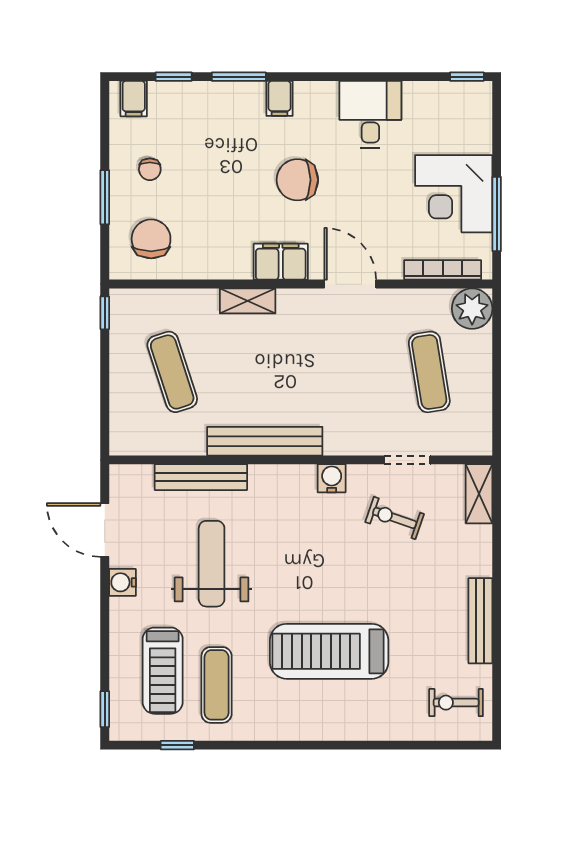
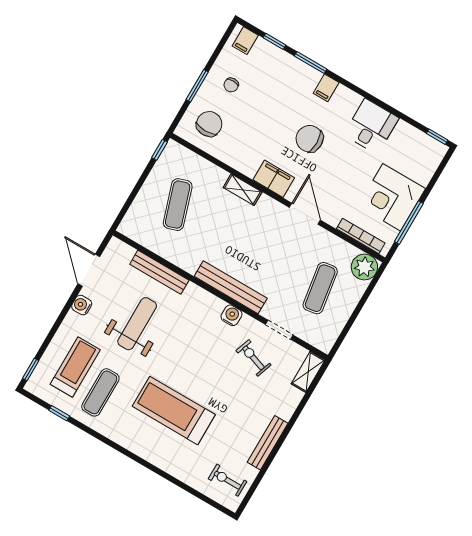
bench: (265, 441) -> (231, 287), moved
treadmill: (163, 671) -> (75, 367), turned 180

